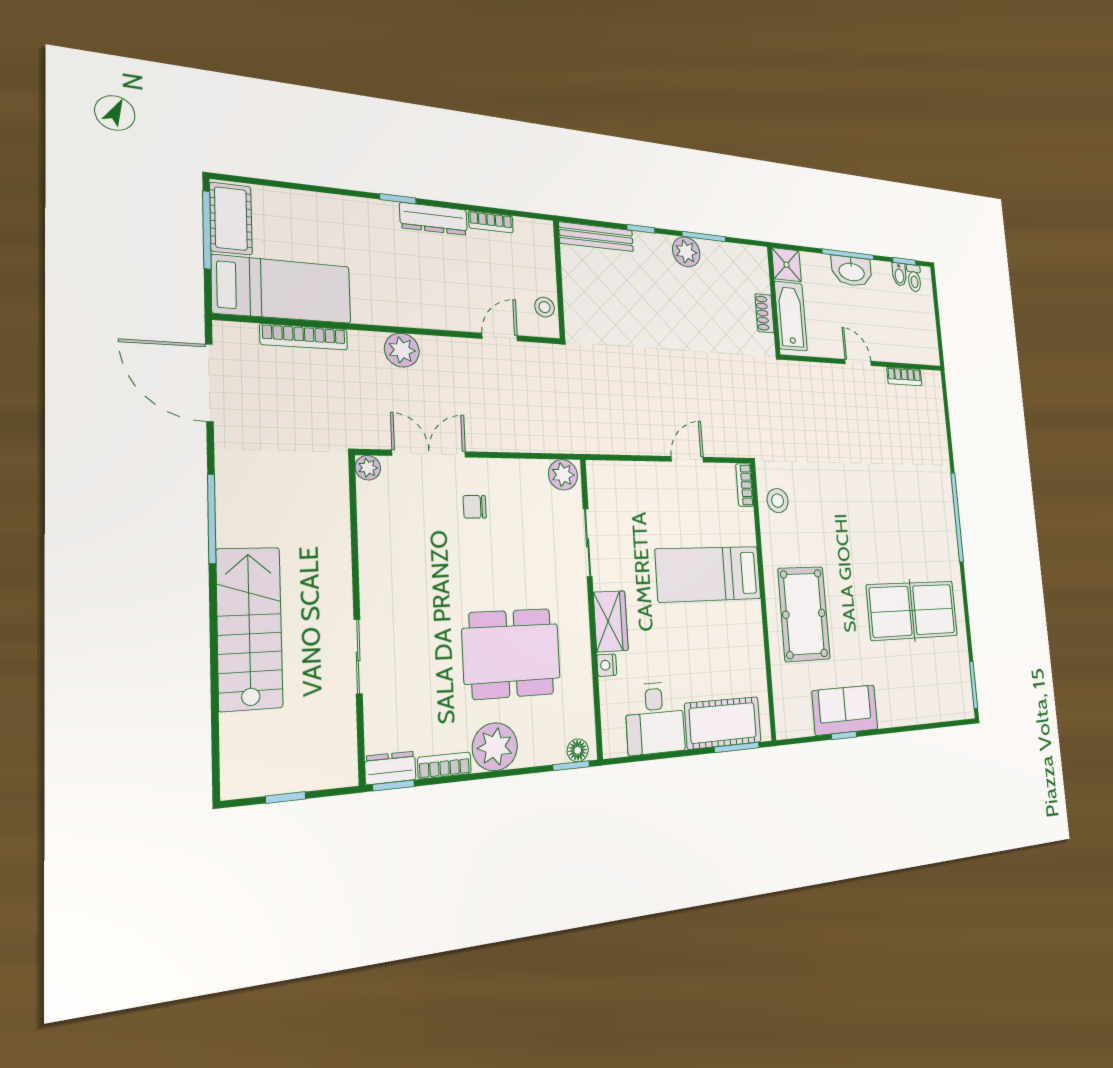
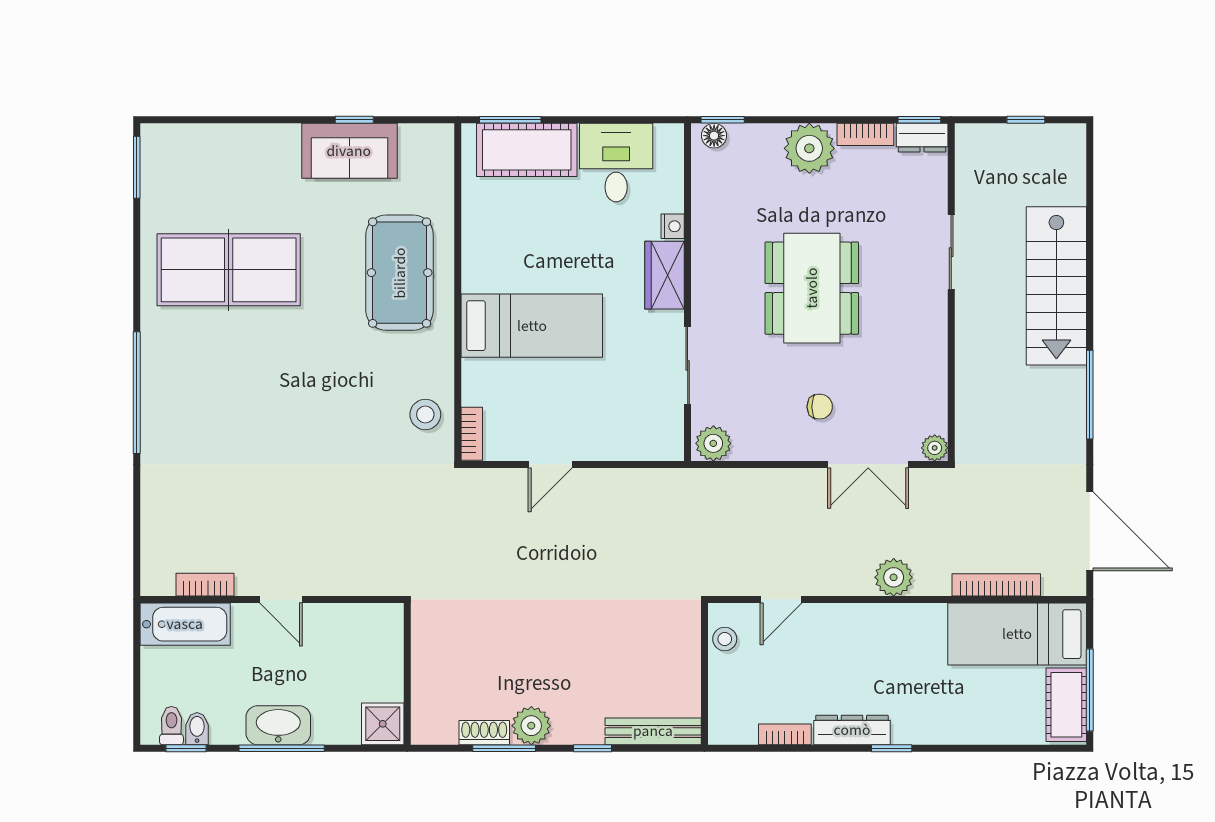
shoe rack: (764, 313) -> (484, 733), moved, turned -90
bathtub: (791, 316) -> (185, 624), moved, turned -90
dining table: (512, 654) -> (812, 288), moved, turned 90

